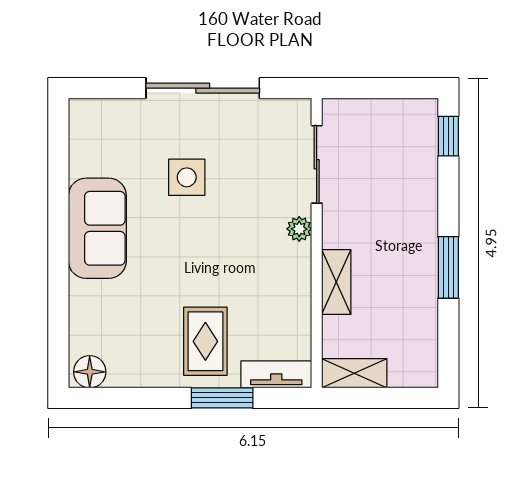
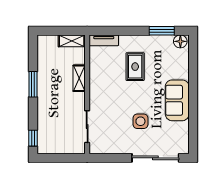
sliding door: (203, 88) -> (155, 158), moved
plant: (299, 229) -> (94, 100), removed
rug: (205, 341) -> (135, 67), moved
window: (222, 398) -> (162, 31), moved

